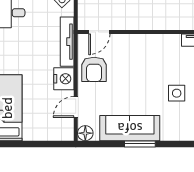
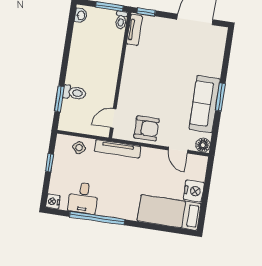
door: (99, 32) -> (113, 118), swing flipped
nightstand: (64, 79) -> (194, 191), moved, turned 90
side table: (177, 93) -> (179, 57), removed

